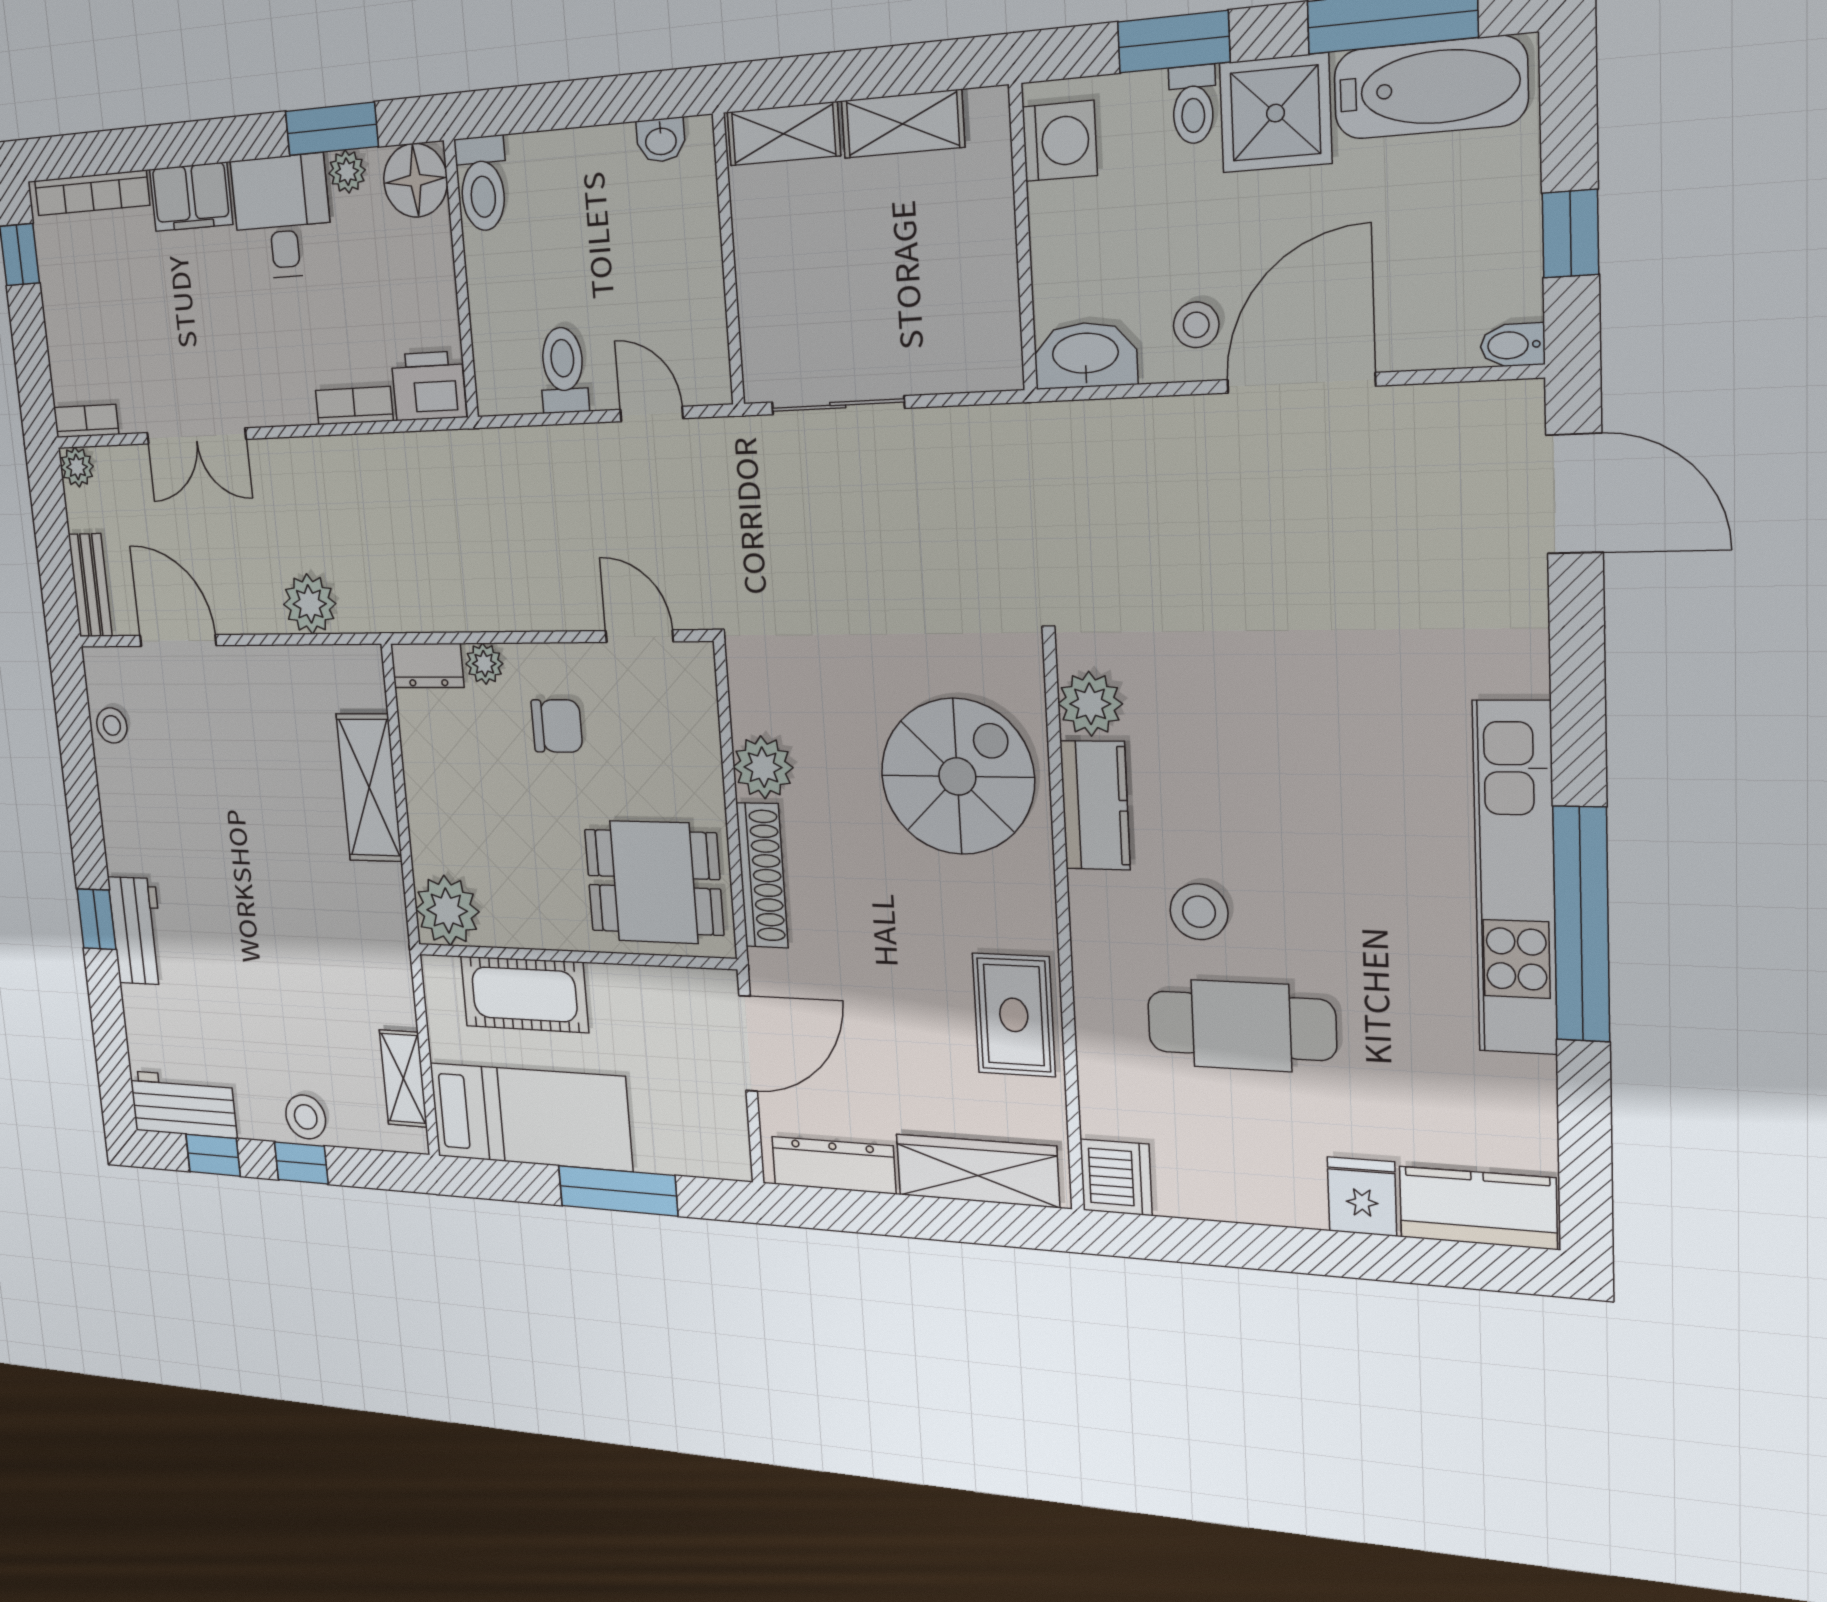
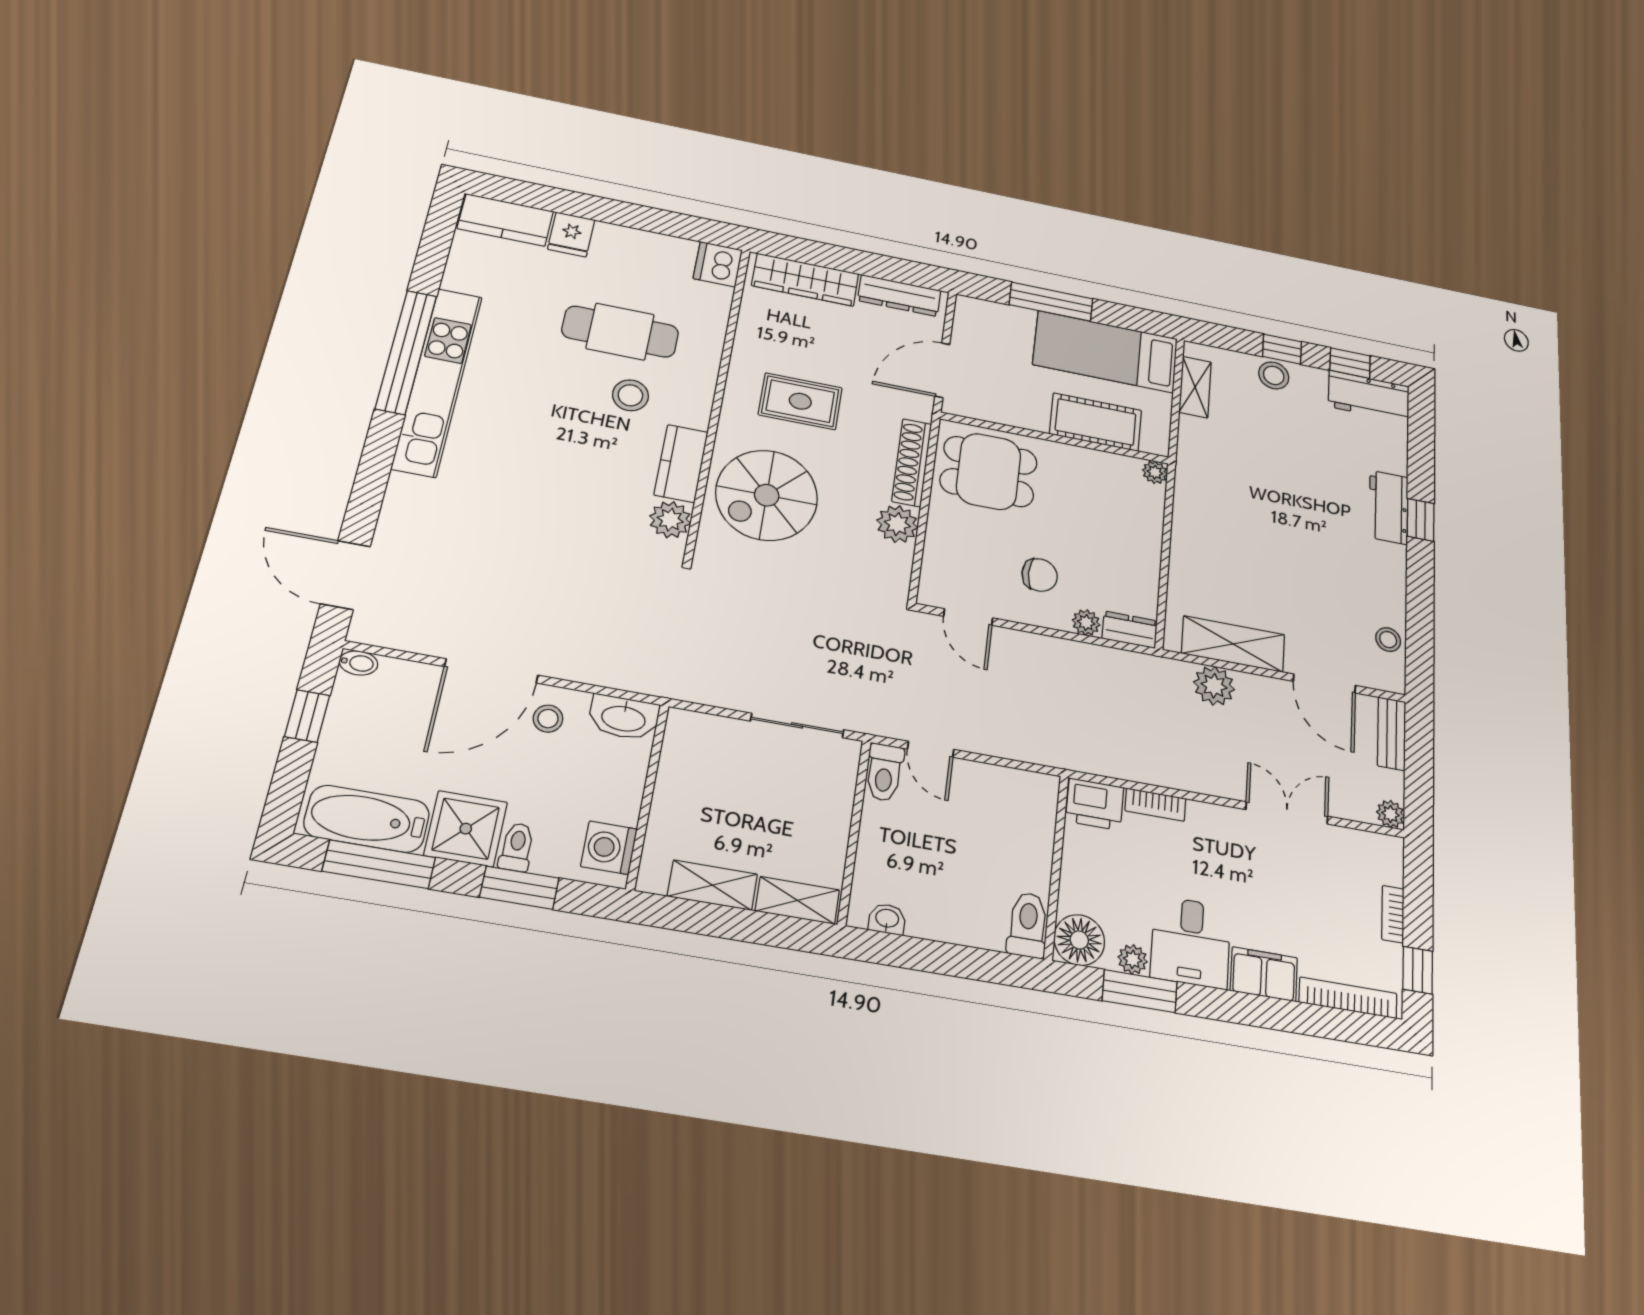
toilet: (563, 370) -> (884, 772), moved
bookcase: (86, 421) -> (1393, 914), moved, turned 90
chair: (557, 726) -> (1040, 575), turned 180
shelving: (369, 788) -> (1233, 644), moved, turned 90
plant: (447, 910) -> (1155, 472), width x0.53, depth x0.53
rug: (1014, 1015) -> (800, 401), moved, turned 90

